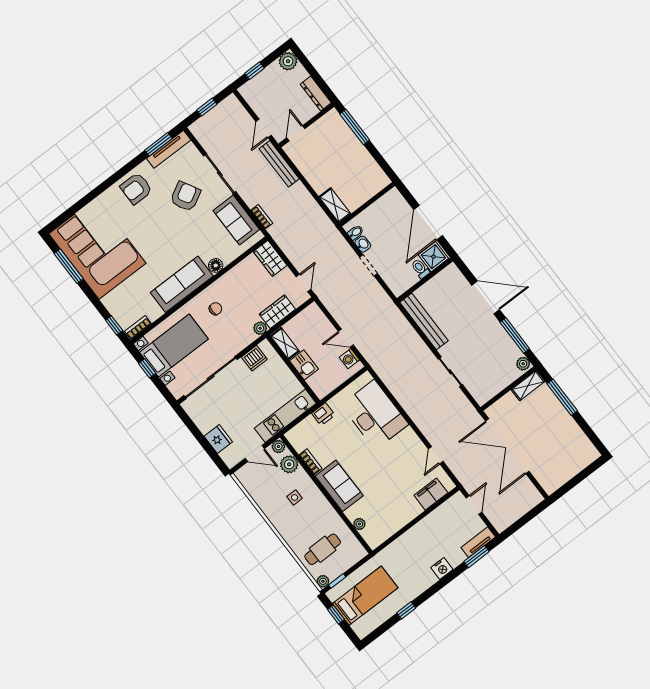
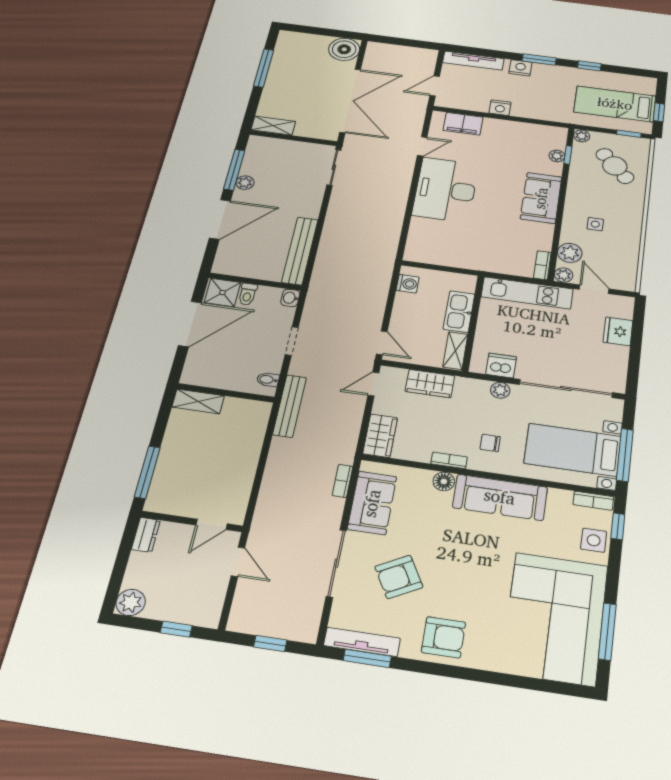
dresser: (316, 93) -> (146, 535), width x0.70
door: (264, 128) -> (238, 562), hinge flipped
bench: (279, 164) -> (290, 406), moved
shelving: (335, 205) -> (198, 401), moved, turned 90
washbasin: (363, 244) -> (290, 298), moved
bookcase: (225, 279) -> (449, 460), added
door: (486, 297) -> (220, 219), swing flipped
side table: (118, 306) -> (594, 540), added
plant: (260, 328) -> (500, 390), moved
door: (346, 338) -> (382, 343), moved
plant: (523, 364) -> (245, 183), moved
kitchen sink: (304, 365) -> (459, 312), width x1.38
window: (147, 368) -> (625, 455), width x2.17
sliding door: (450, 372) -> (334, 167), moved
window: (562, 397) -> (264, 68), moved
printer: (323, 414) -> (488, 263), removed
desk: (375, 415) -> (446, 190), moved
bookcase: (311, 462) -> (542, 265), moved
boiler: (551, 479) -> (344, 49), added
nightstand: (423, 527) -> (500, 108), added
window: (354, 531) -> (568, 155), added
tv unit: (478, 542) -> (473, 61), width x1.41
cafe table: (323, 549) -> (615, 166), turned 48
window: (476, 557) -> (539, 59), moved
plant: (323, 581) -> (582, 136), moved

